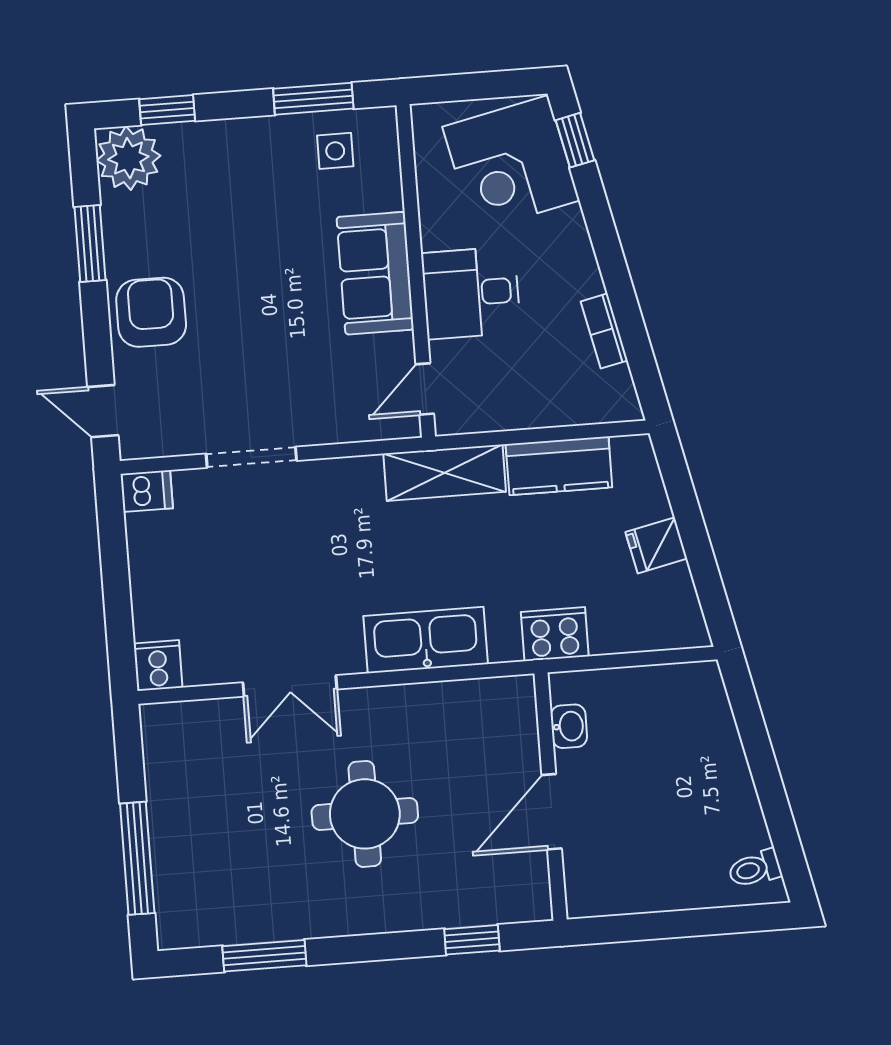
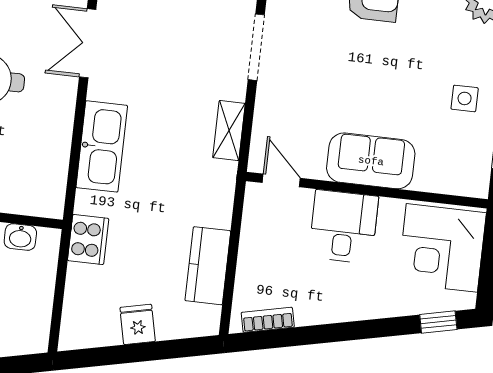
side table: (335, 151) -> (465, 98), moved
corner desk: (511, 164) -> (442, 248), moved, turned -78
bookcase: (604, 331) -> (268, 320), moved
shelving: (445, 473) -> (229, 130), moved, width x0.67, depth x0.75

